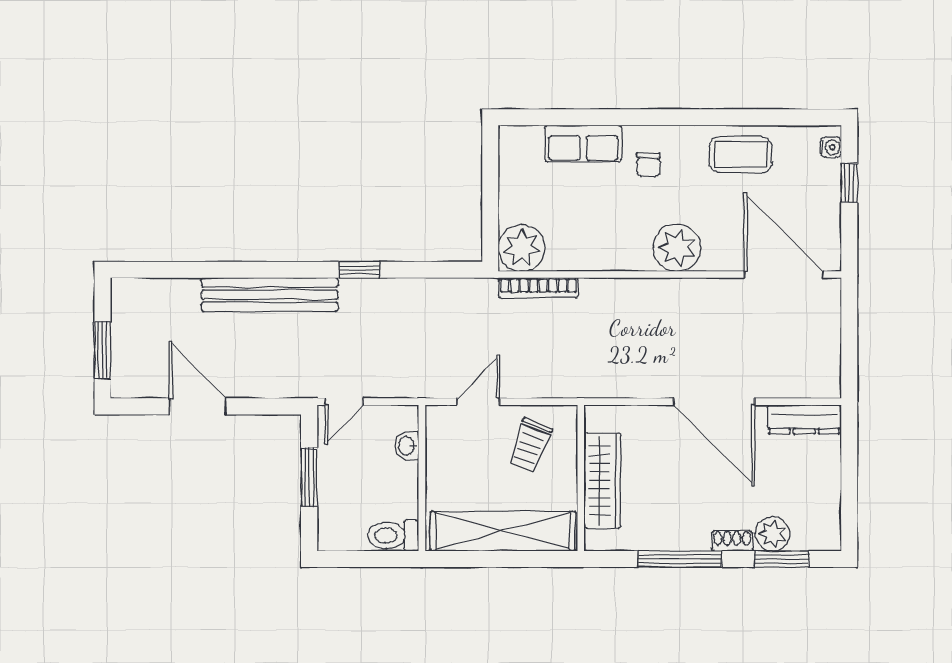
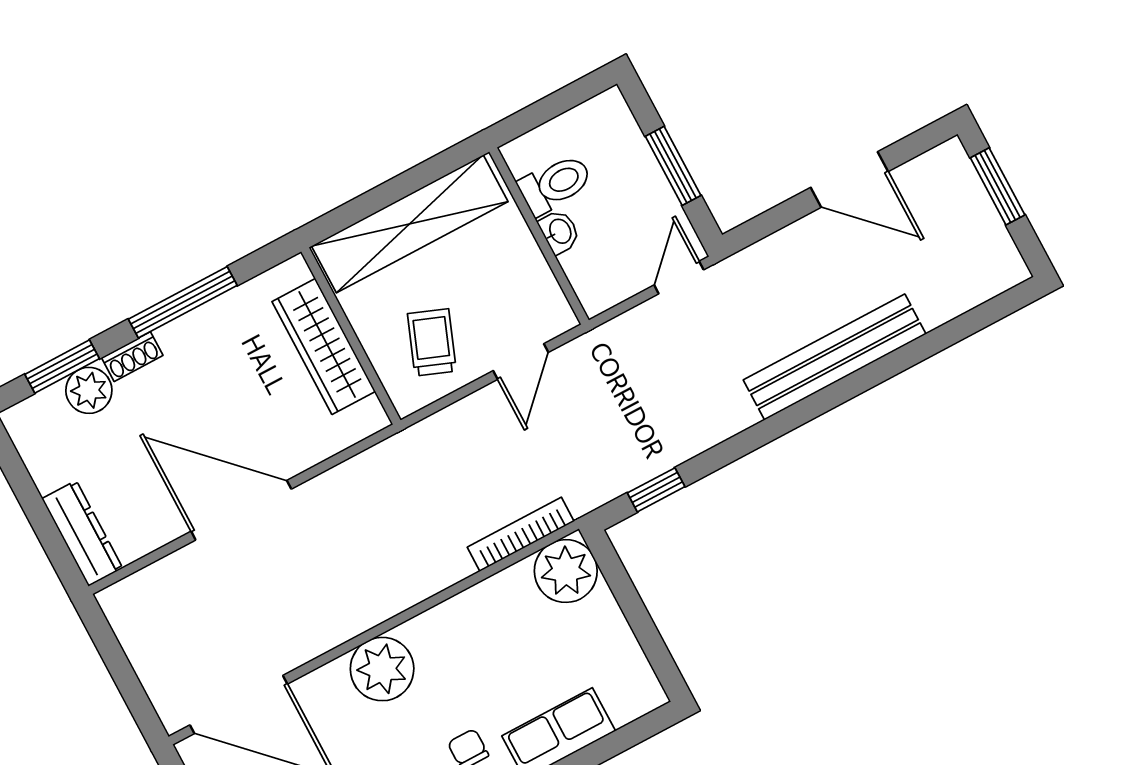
window: (359, 270) -> (656, 490), moved
dresser: (804, 419) -> (82, 533), moved, turned 90
washbasin: (407, 446) -> (559, 232), moved
toilet: (393, 535) -> (555, 184), moved

